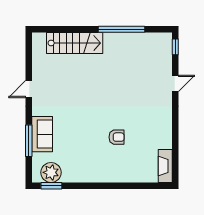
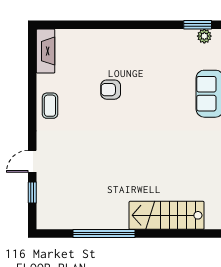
window: (175, 47) -> (32, 193), moved
coffee table: (162, 125) -> (50, 106), added
plant: (51, 172) -> (204, 36), width x0.53, depth x0.53

